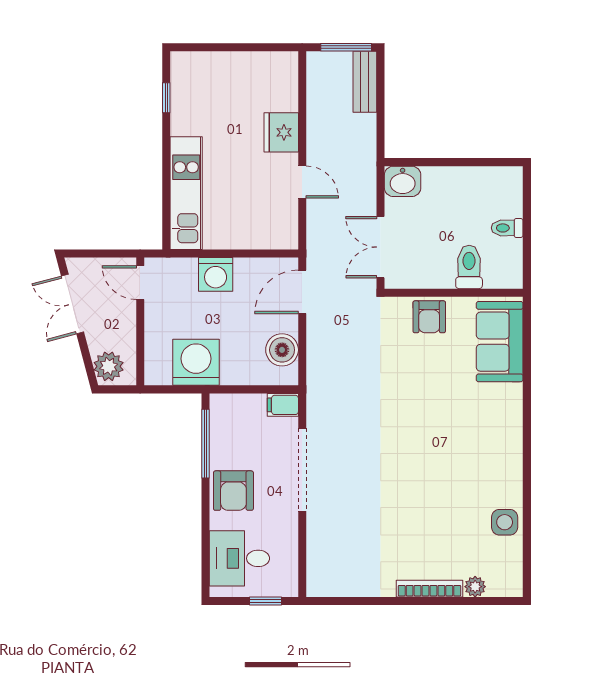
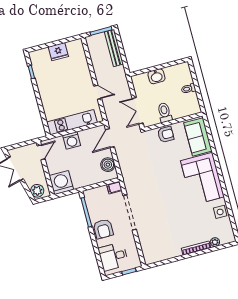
bench: (365, 82) -> (114, 48), width x1.36
fridge: (281, 132) -> (58, 52), moved, turned -90
washbasin: (403, 181) -> (156, 76), moved
kitchen unit: (186, 193) -> (72, 122), moved, turned -90
toilet: (469, 267) -> (165, 112), moved
door: (140, 283) -> (41, 152), swing flipped
armchair: (429, 317) -> (166, 134), turned -90
washing machine: (196, 362) -> (61, 183), moved
corner sofa: (485, 438) -> (202, 179), added

